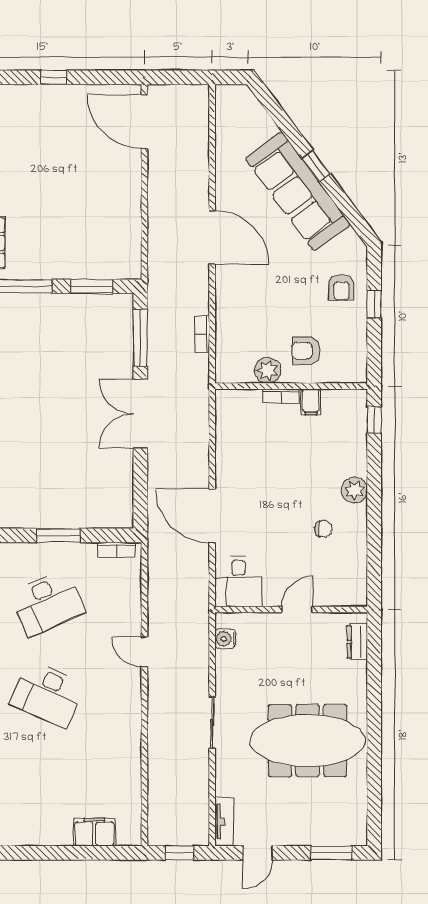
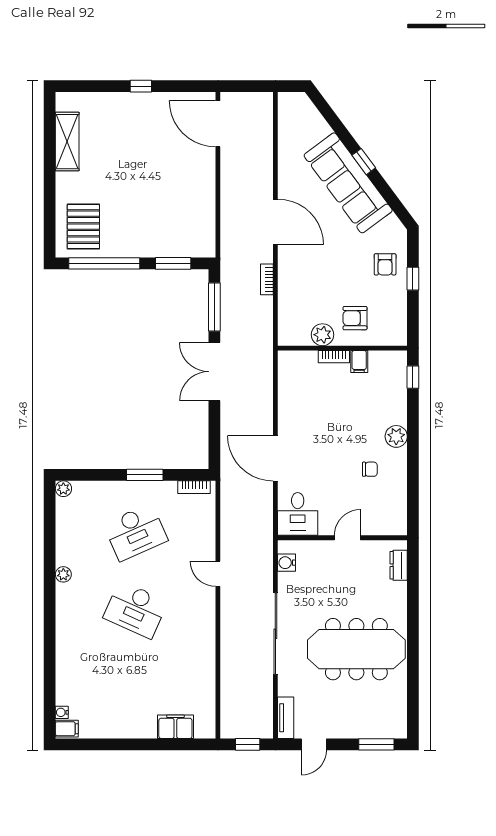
bookcase: (202, 334) -> (267, 279), moved
sliding door: (212, 722) -> (275, 634), width x1.86

